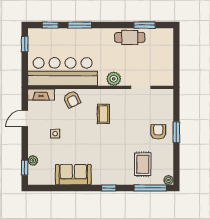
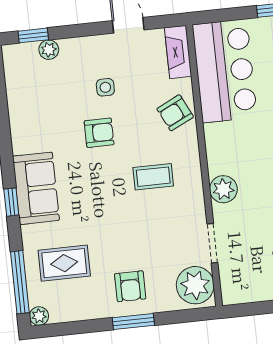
bar counter: (63, 72) -> (225, 71), width x0.73
plant: (161, 98) -> (195, 285), added
armchair: (158, 132) -> (130, 286), turned 90
armchair: (78, 139) -> (99, 133), added
sofa: (73, 175) -> (36, 188), moved

